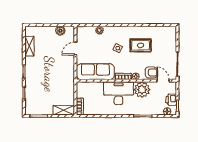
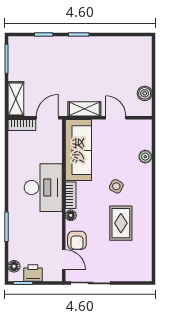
shelving: (29, 46) -> (84, 109), moved
door: (163, 81) -> (64, 260), hinge flipped
plant: (142, 90) -> (49, 226), removed
door: (75, 91) -> (47, 118), added

